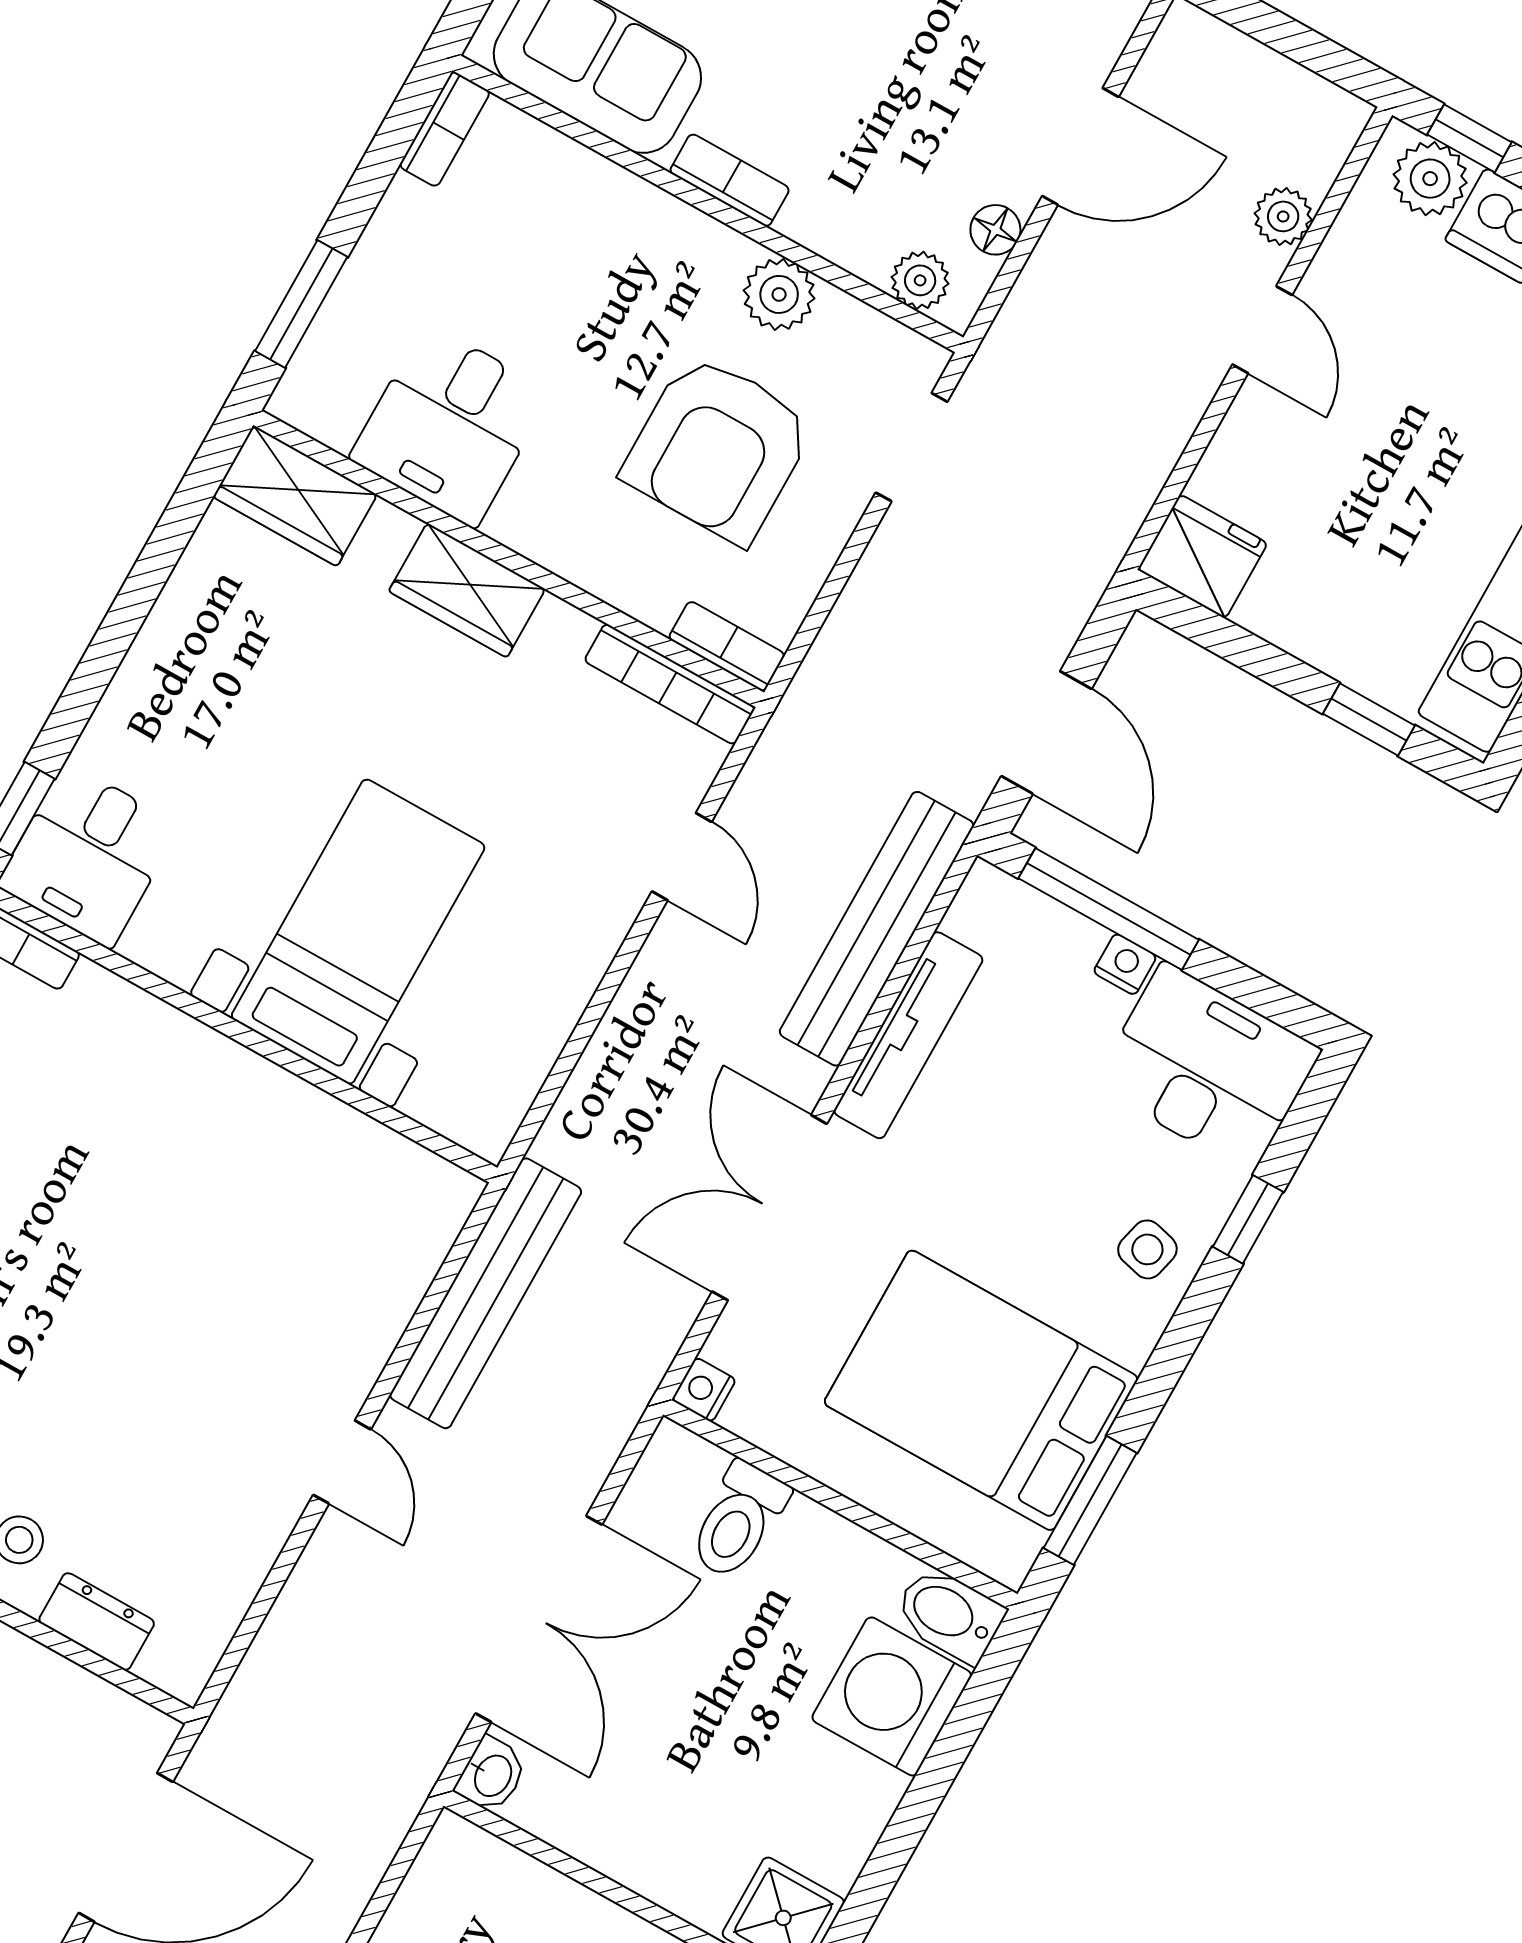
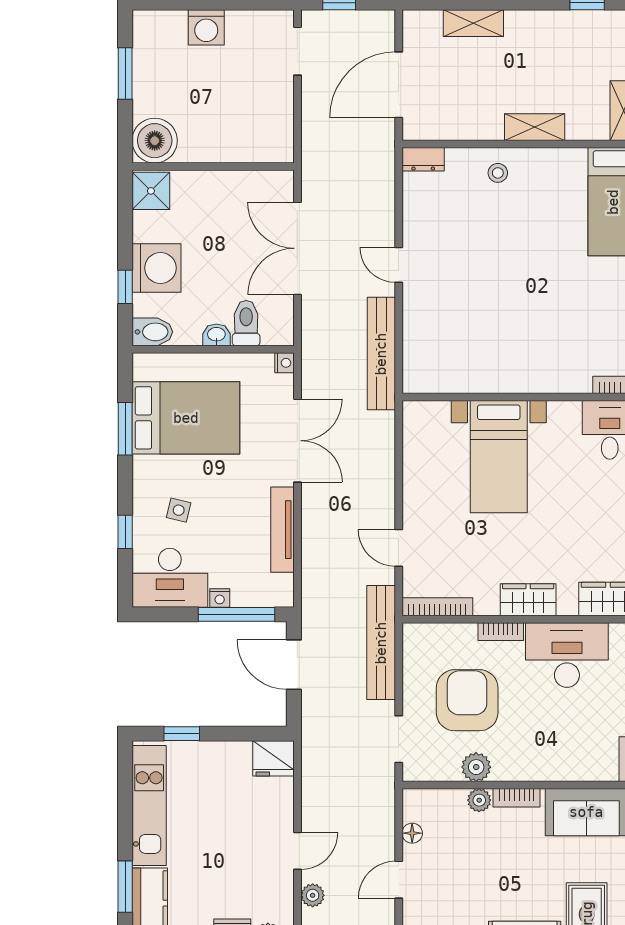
door: (1080, 146) -> (399, 880), width x0.73
plant: (920, 280) -> (479, 800), moved
door: (1262, 330) -> (297, 851), swing flipped
desk: (450, 425) -> (567, 655), width x1.37
bookcase: (727, 646) -> (501, 632), moved
bench: (877, 929) -> (381, 643), moved
side table: (1147, 1249) -> (179, 510), moved
window: (1090, 1500) -> (125, 429), moved
dresser: (97, 1622) -> (423, 159), moved
washing machine: (892, 1696) -> (157, 268), moved
window: (954, 1744) -> (125, 287), added
washbasin: (492, 1775) -> (216, 335), moved, turned 90

